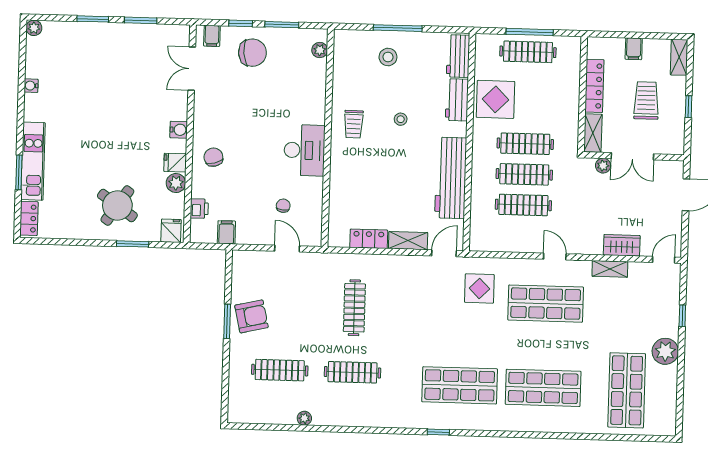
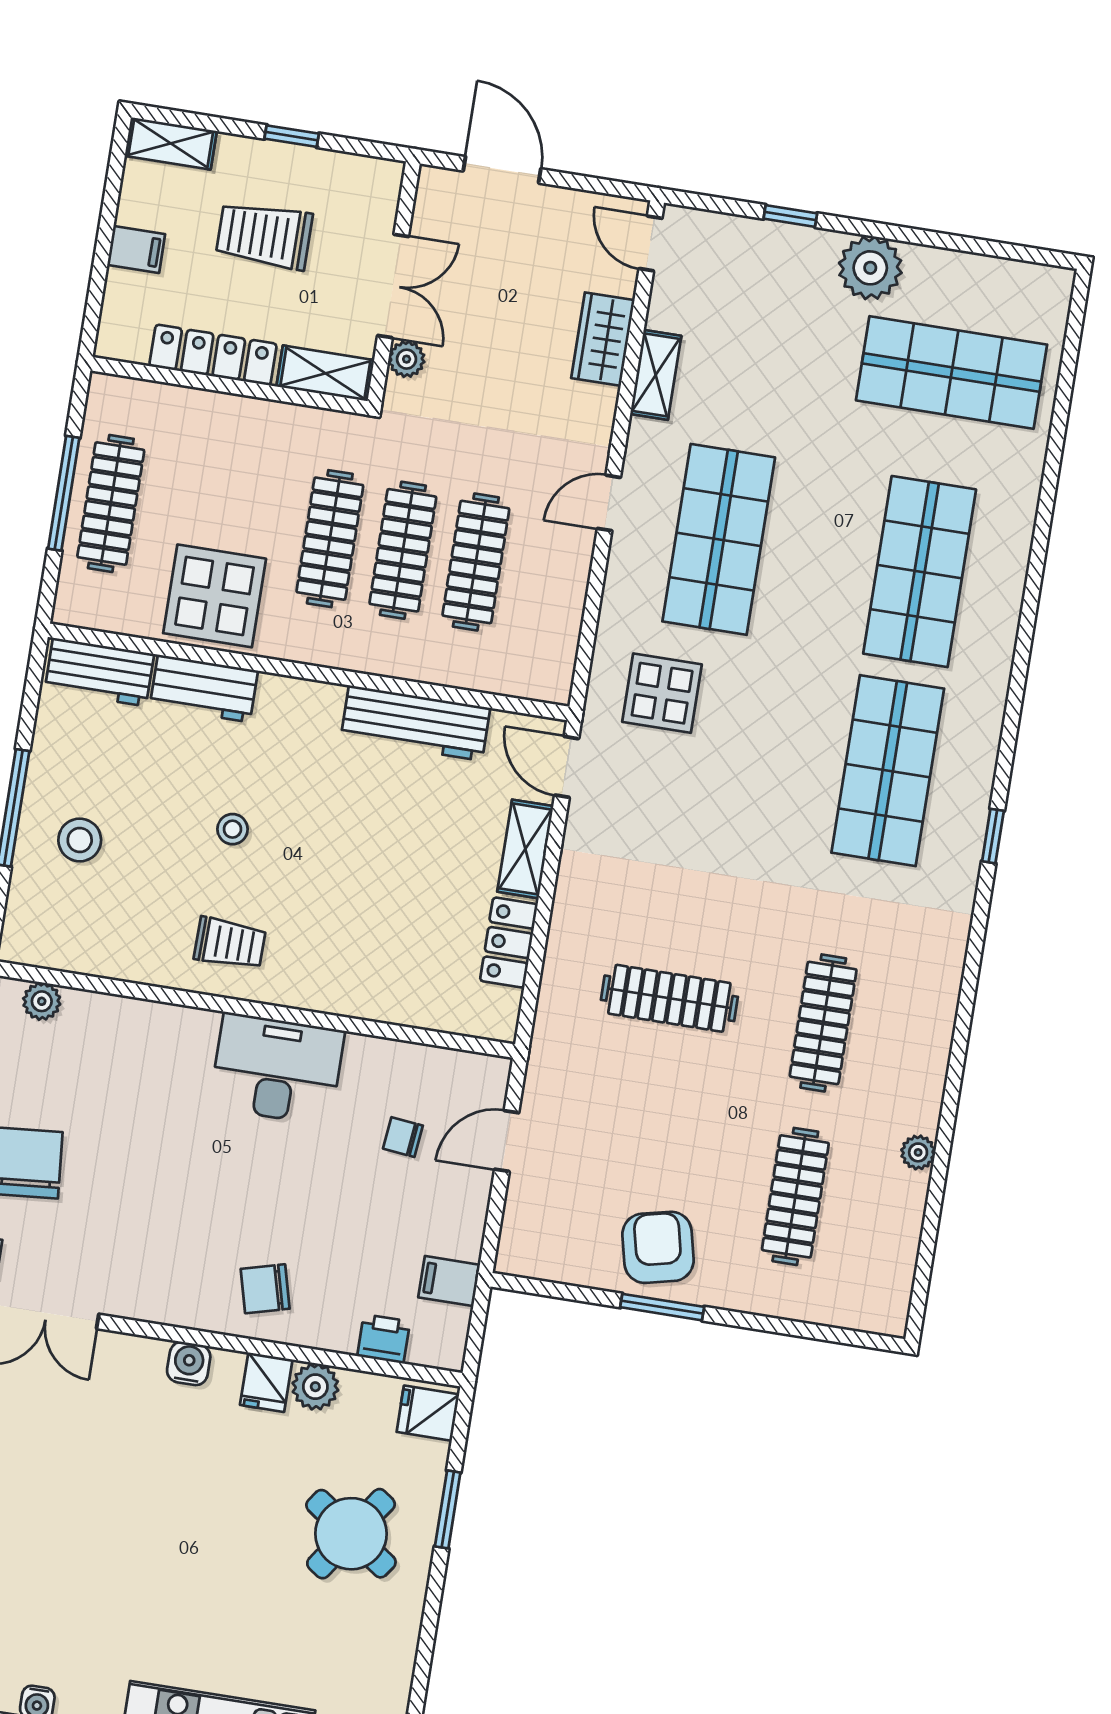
workbench: (451, 178) -> (415, 723), width x0.73, depth x0.76

